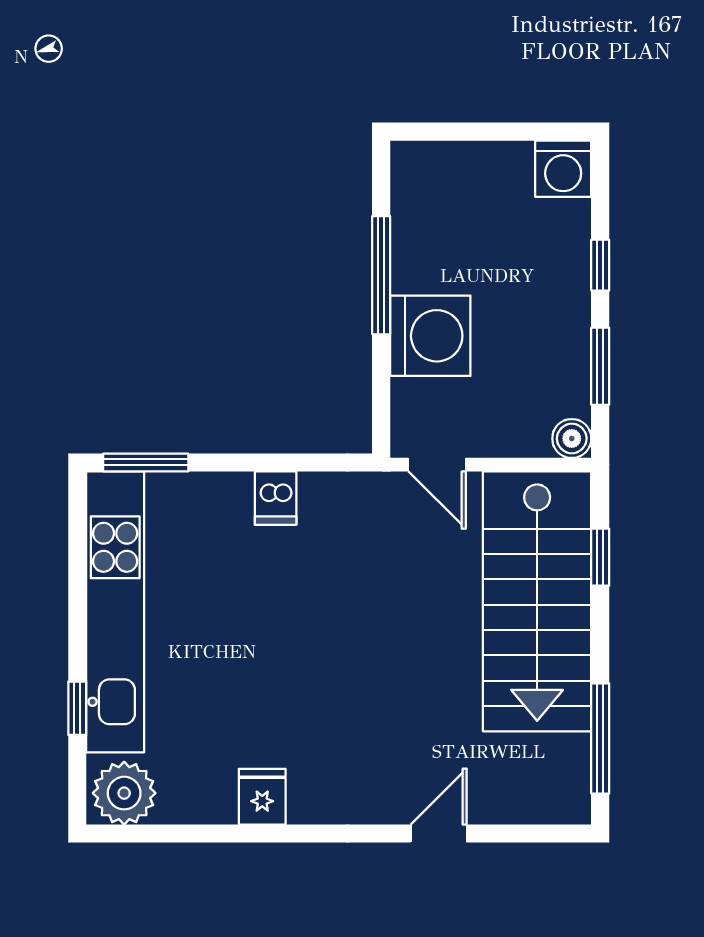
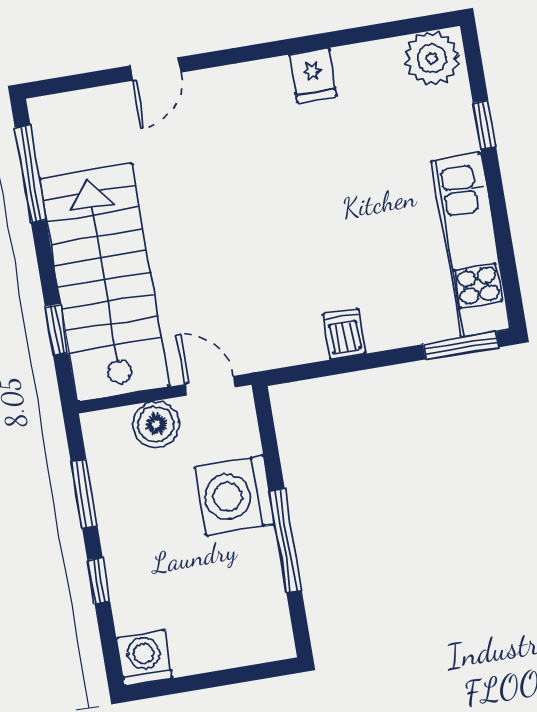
boiler: (572, 439) -> (156, 424), moved, width x1.36, depth x1.36
kitchen unit: (115, 612) -> (471, 245), width x0.73

